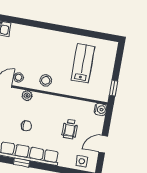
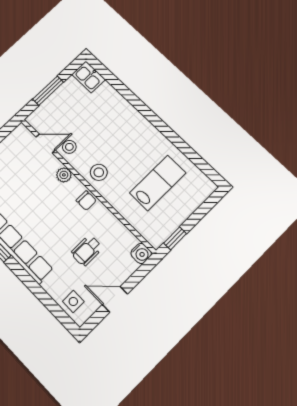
chair: (26, 126) -> (86, 201), moved

